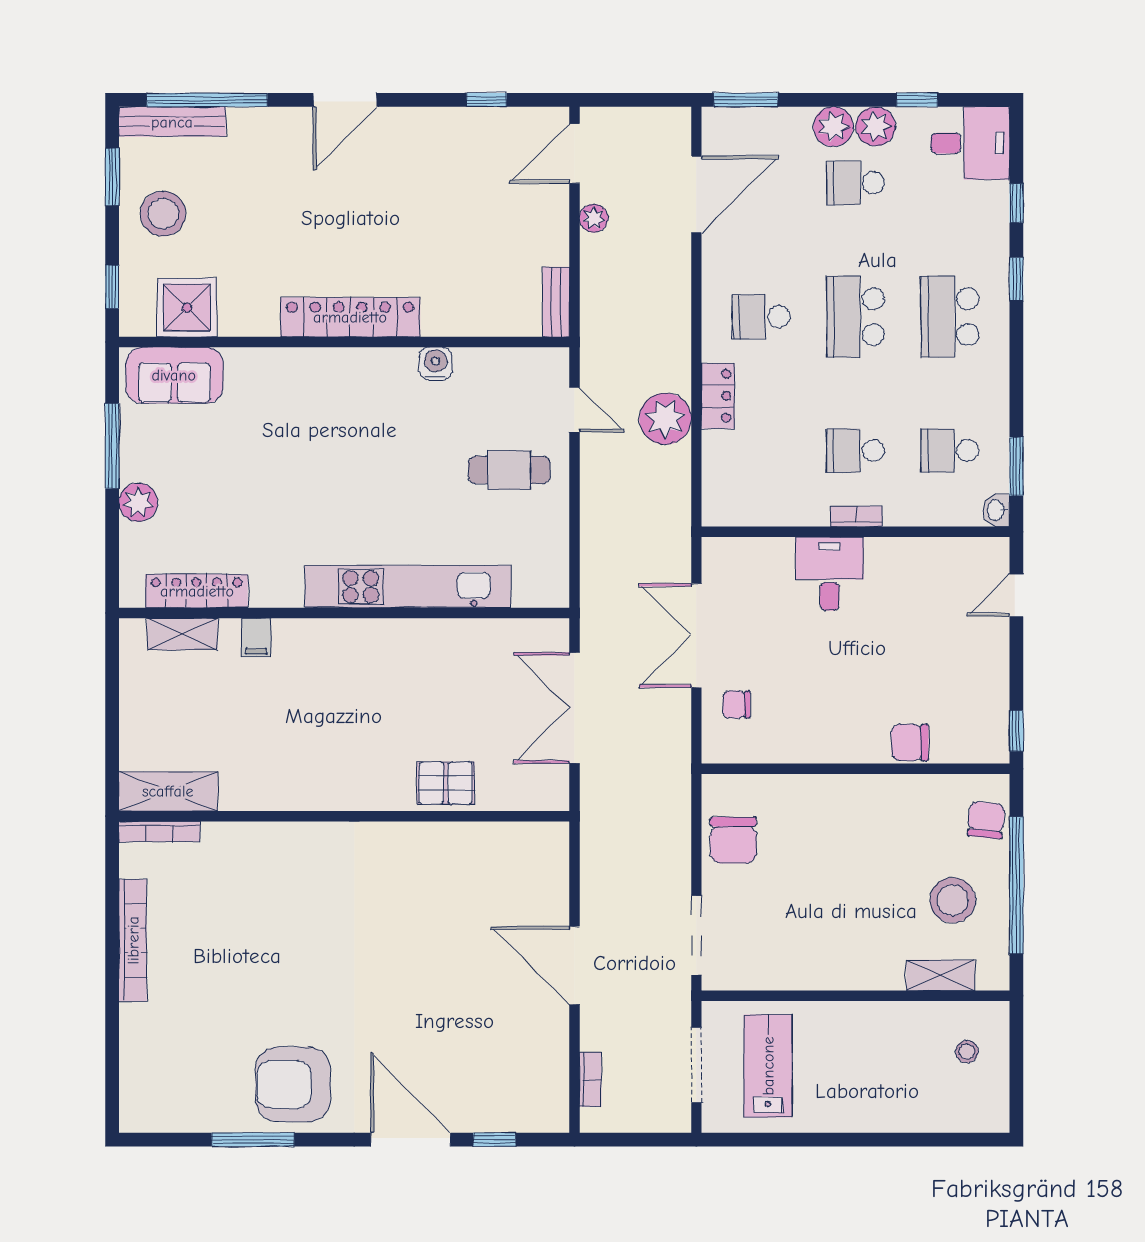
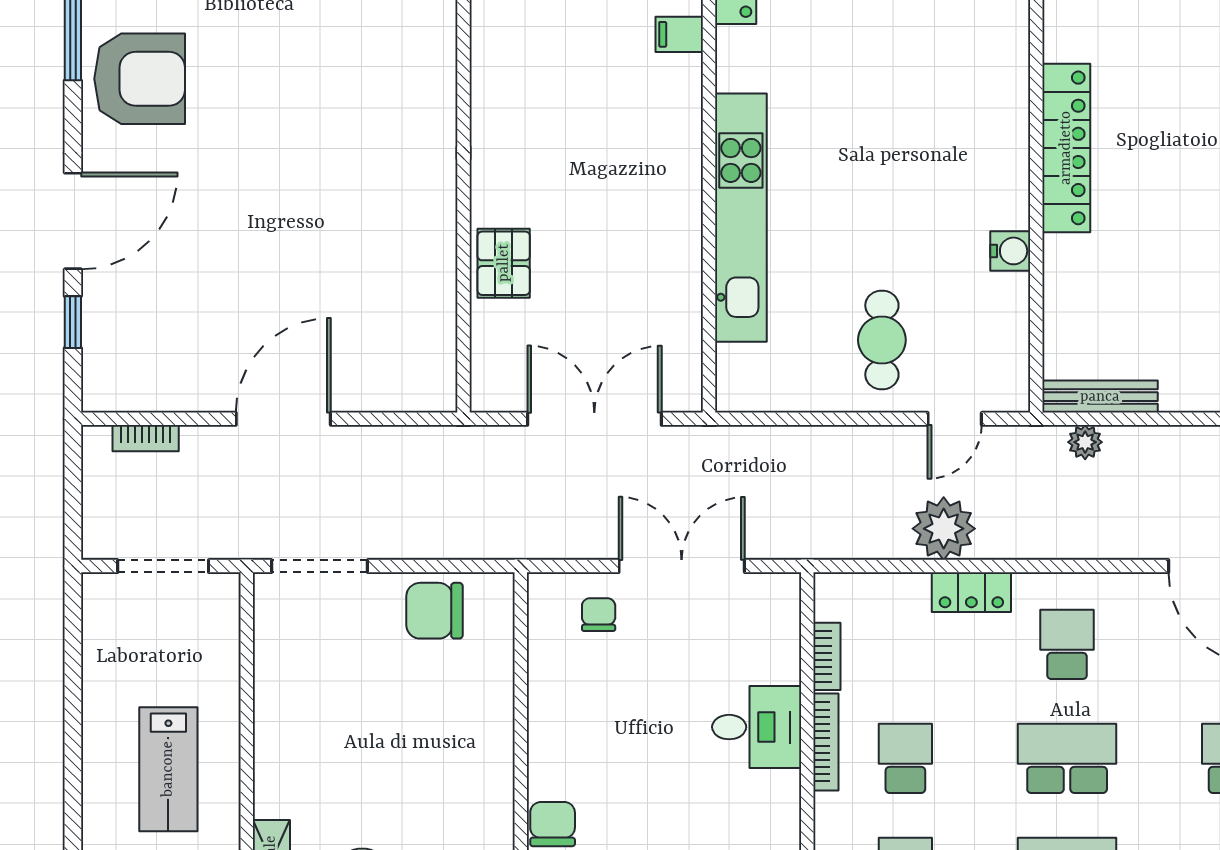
plant: (594, 218) -> (1085, 442), moved
bench: (556, 302) -> (1100, 397), width x1.36
bookcase: (771, 515) -> (827, 656), added
bookcase: (856, 516) -> (826, 742), width x1.56
lab bench: (768, 1066) -> (168, 769), moved, turned 90
armchair: (293, 1084) -> (140, 79), turned 90

